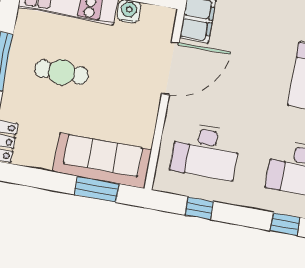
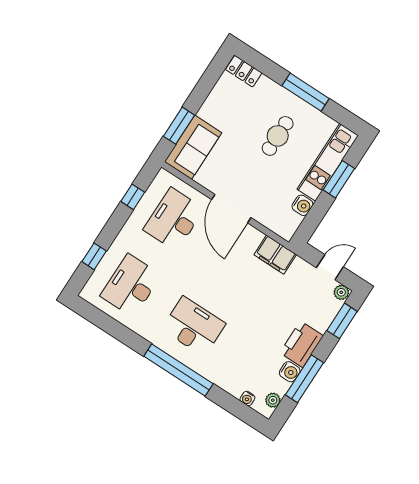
door: (170, 68) -> (231, 209), moved
sofa: (102, 161) -> (193, 147), width x0.73

